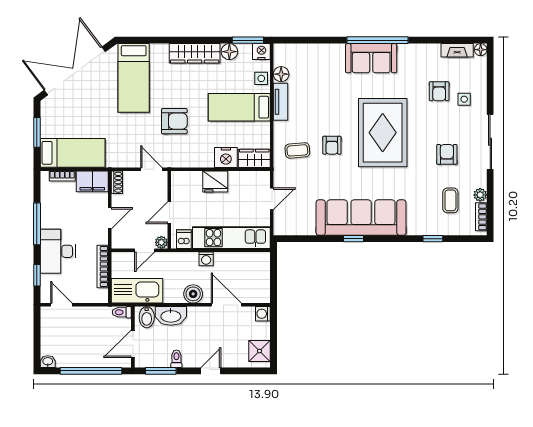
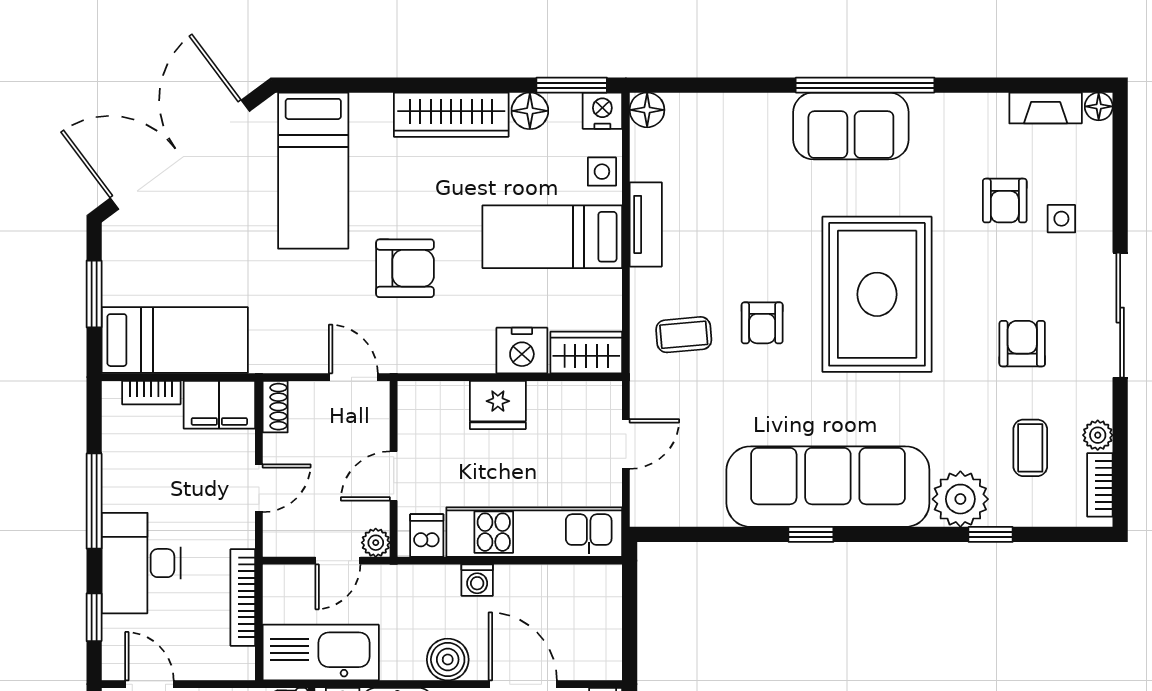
floor lamp: (281, 74) -> (647, 110), moved
plant: (420, 223) -> (960, 499), added

